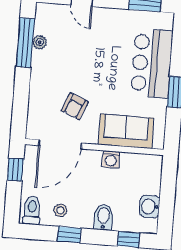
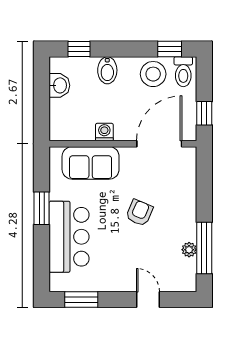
armchair: (75, 106) -> (139, 213), moved
stool: (60, 210) -> (153, 74), width x1.89, depth x1.89
window: (69, 235) -> (170, 49), moved

